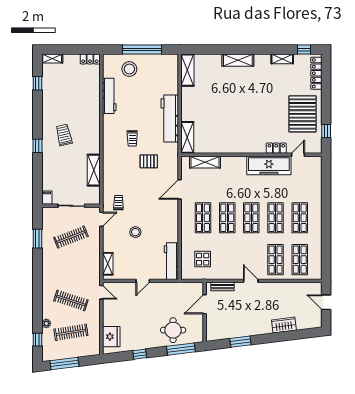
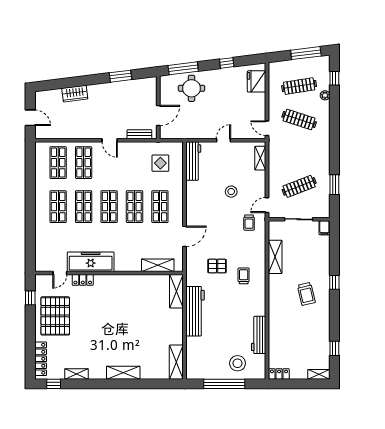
trolley: (132, 138) -> (244, 276), moved

